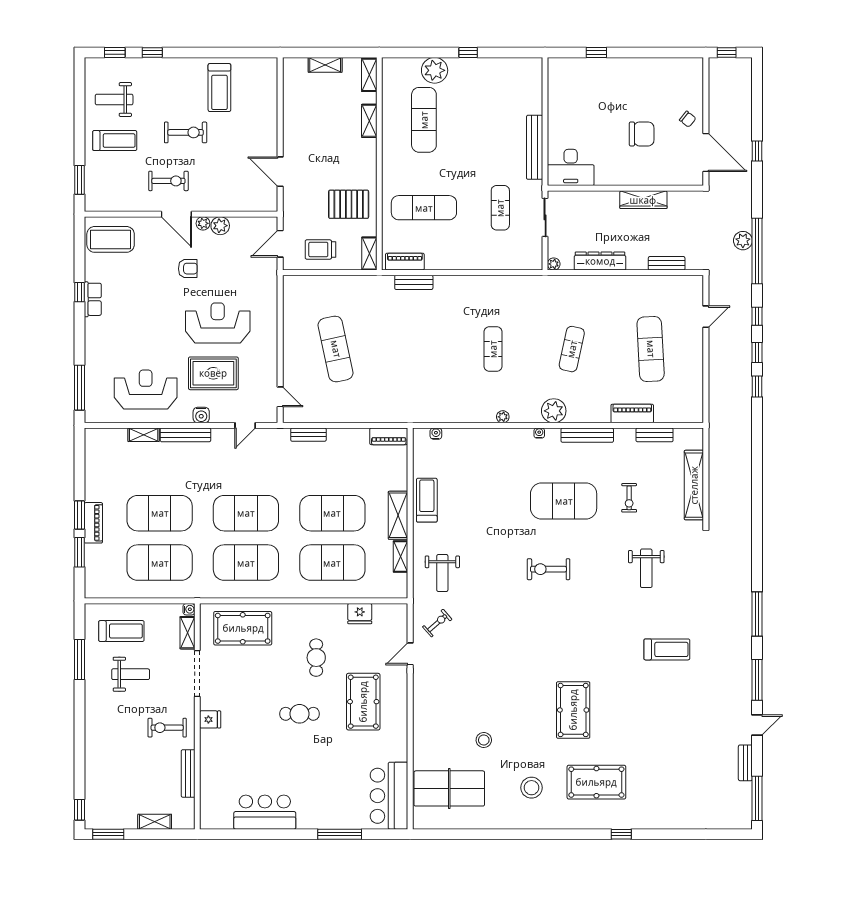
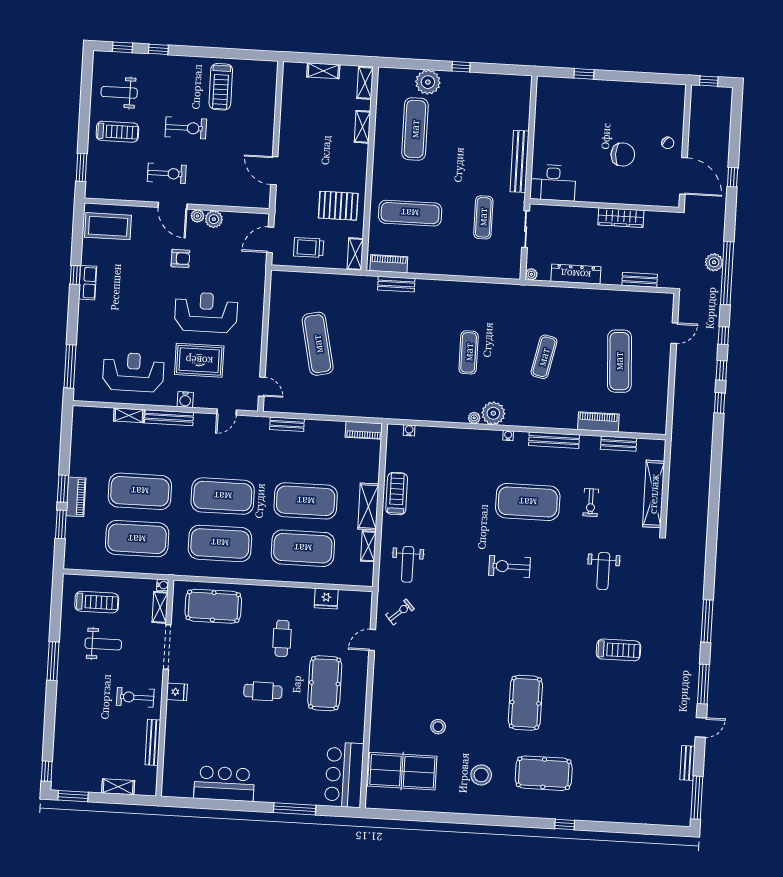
plant: (554, 411) -> (493, 413), moved
window: (79, 660) -> (53, 661), moved

